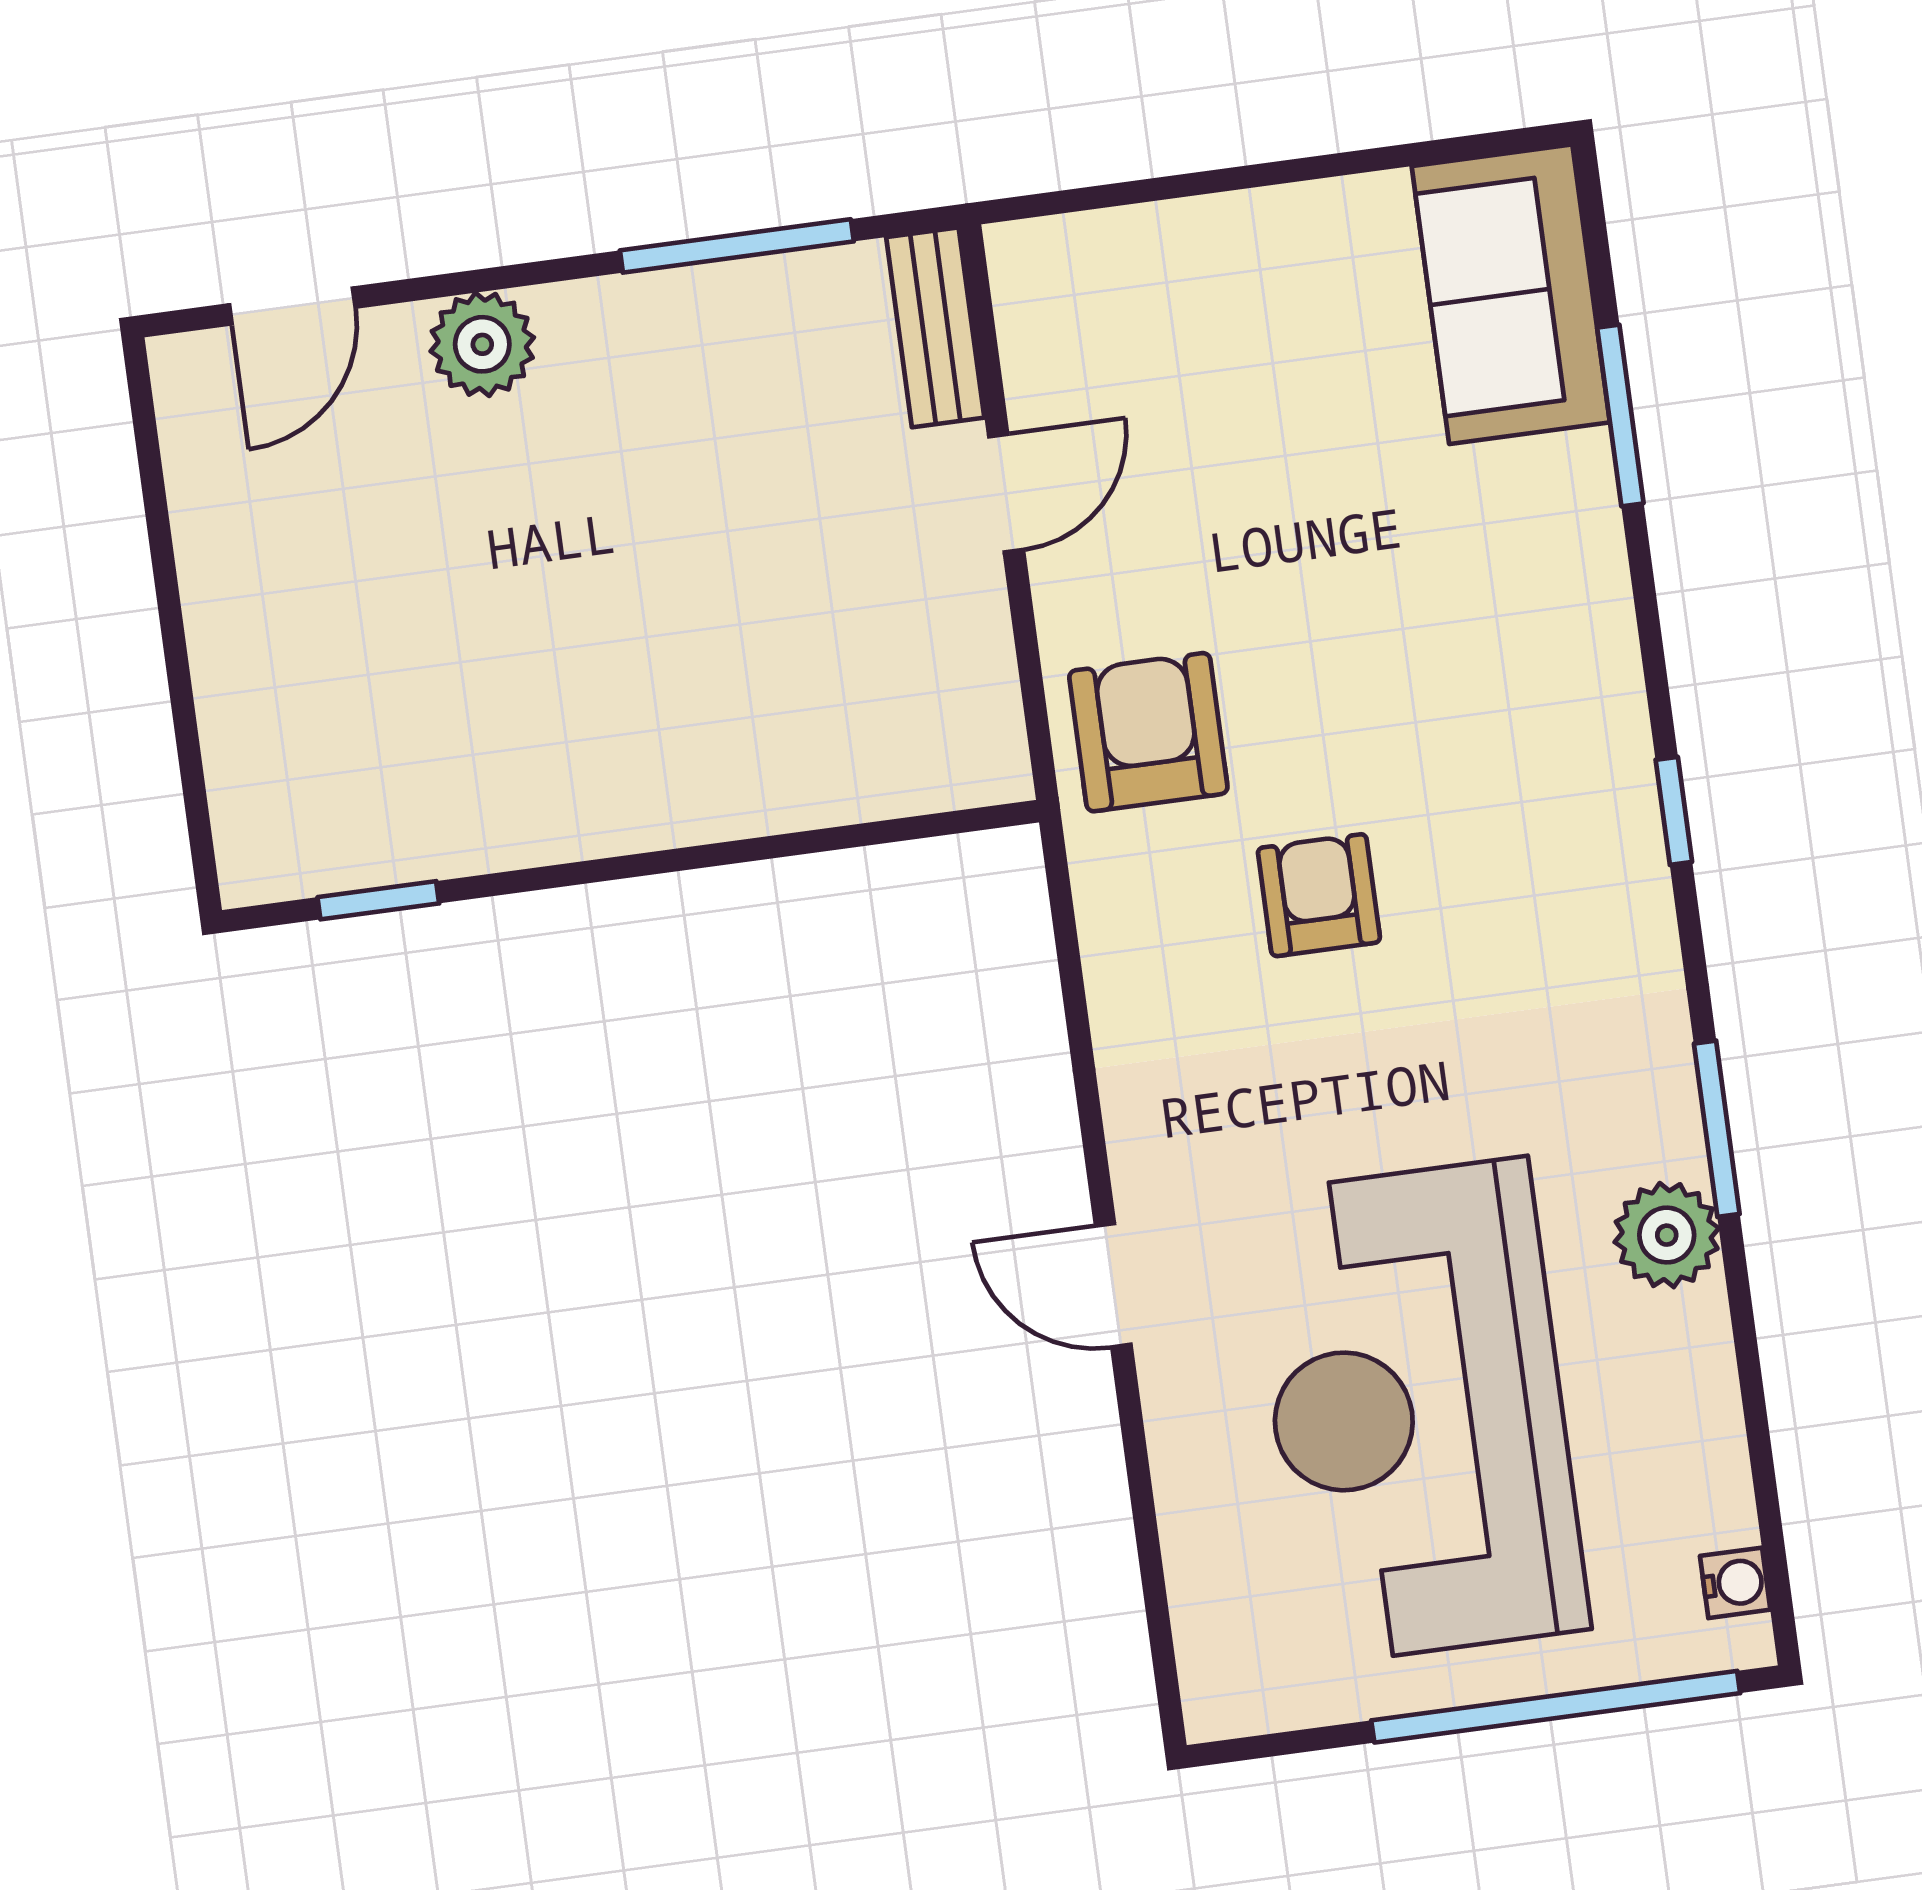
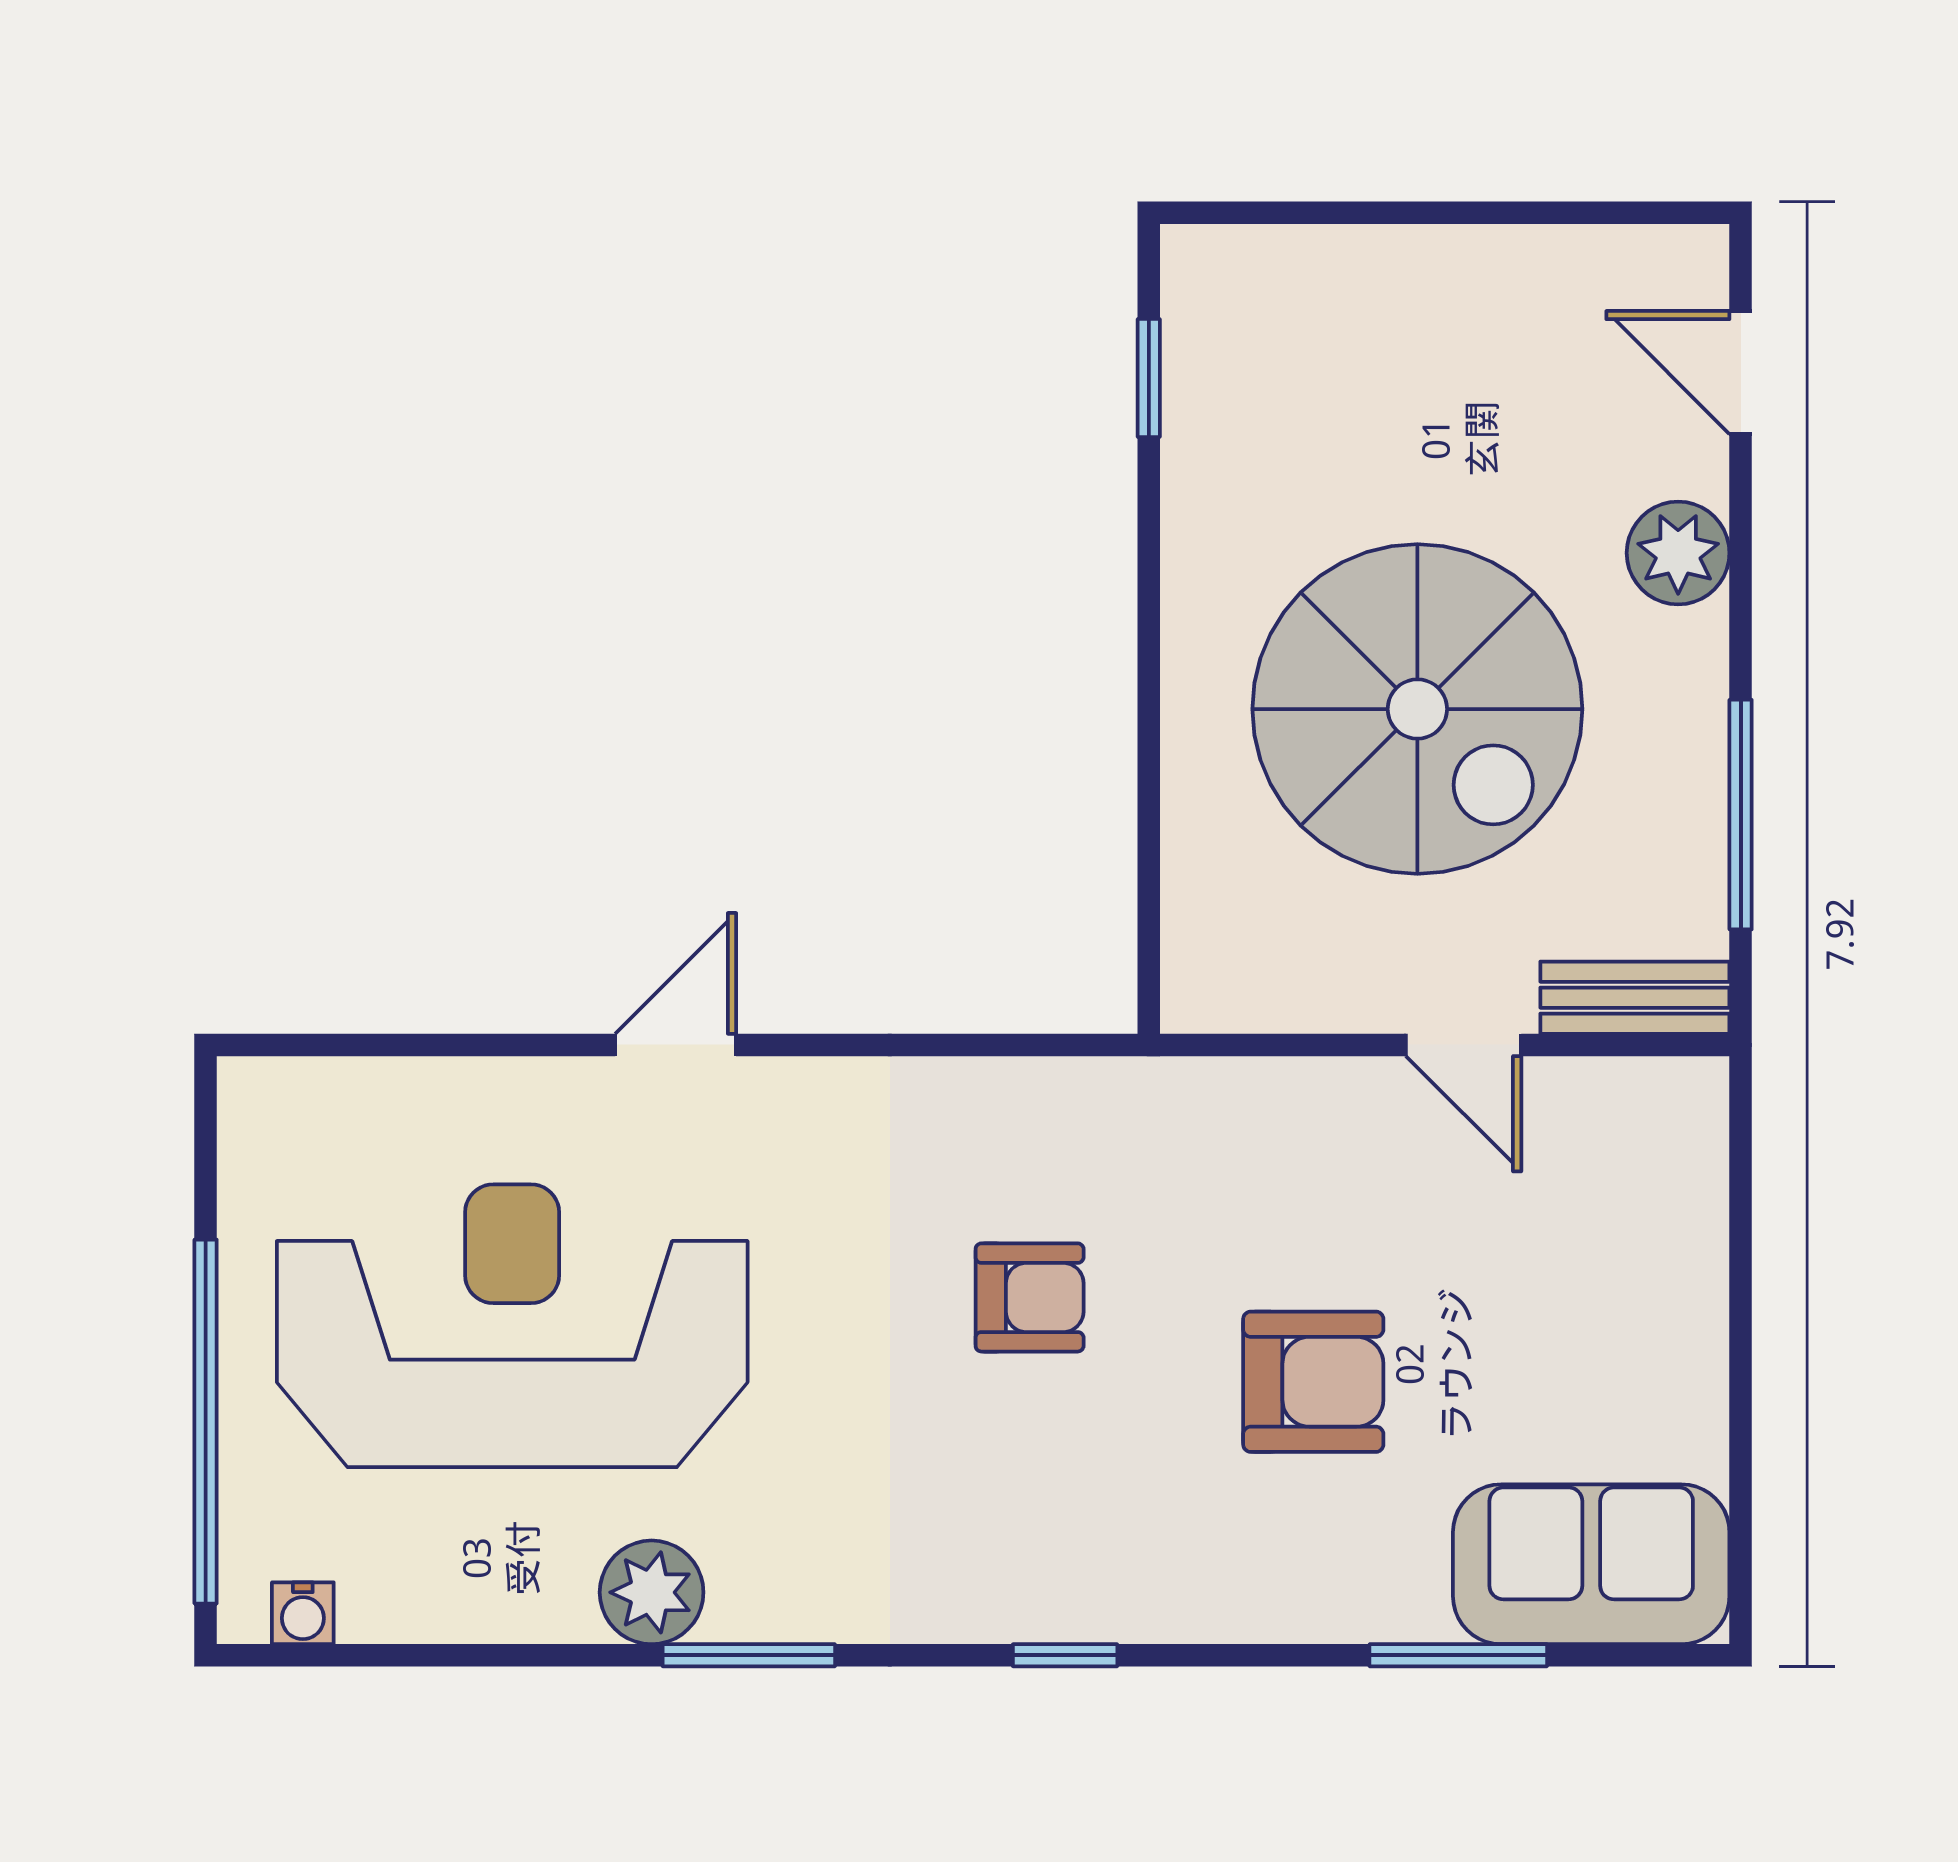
spiral stairs: (675, 585) -> (1417, 709), added
armchair: (1148, 732) -> (1313, 1382), moved

